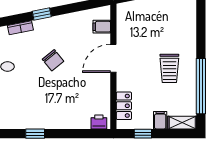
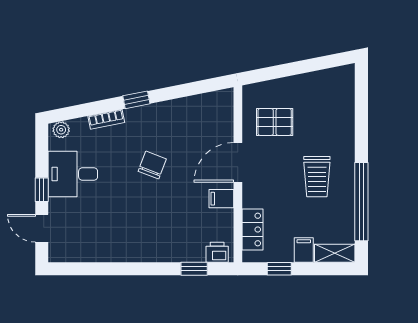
filing cabinet: (102, 27) -> (221, 199), moved
pallet: (140, 30) -> (275, 122), added
chair: (53, 60) -> (152, 165), turned -120
window: (35, 134) -> (194, 269), moved

